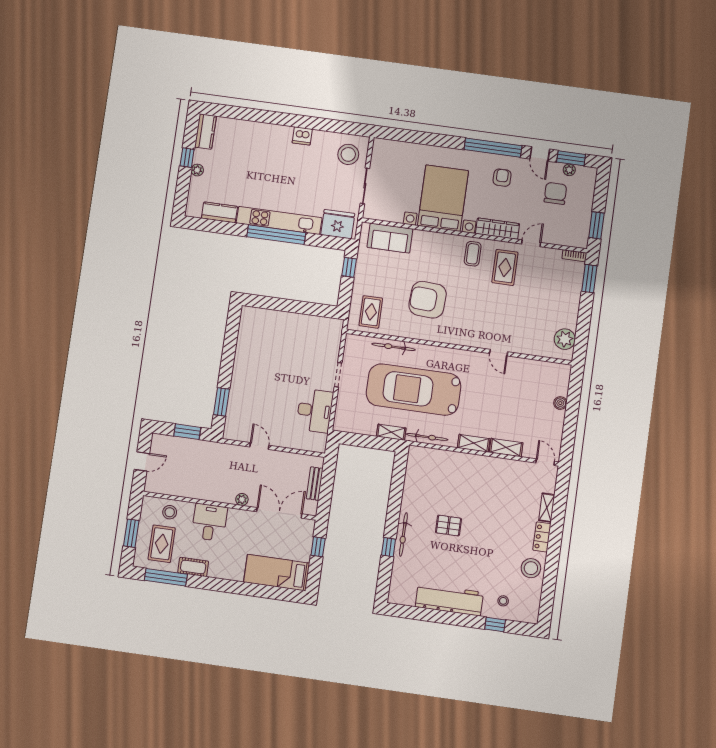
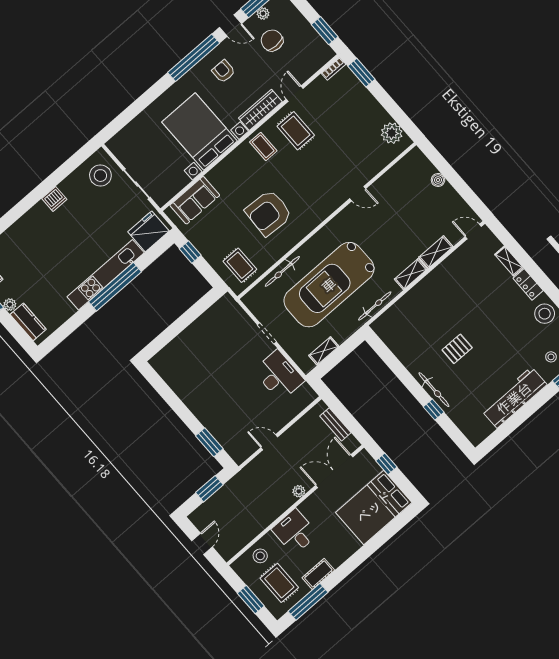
kitchen counter: (219, 212) -> (28, 322), moved, turned 90
shelving: (391, 432) -> (324, 351), moved
bed: (277, 573) -> (374, 507), width x1.50

